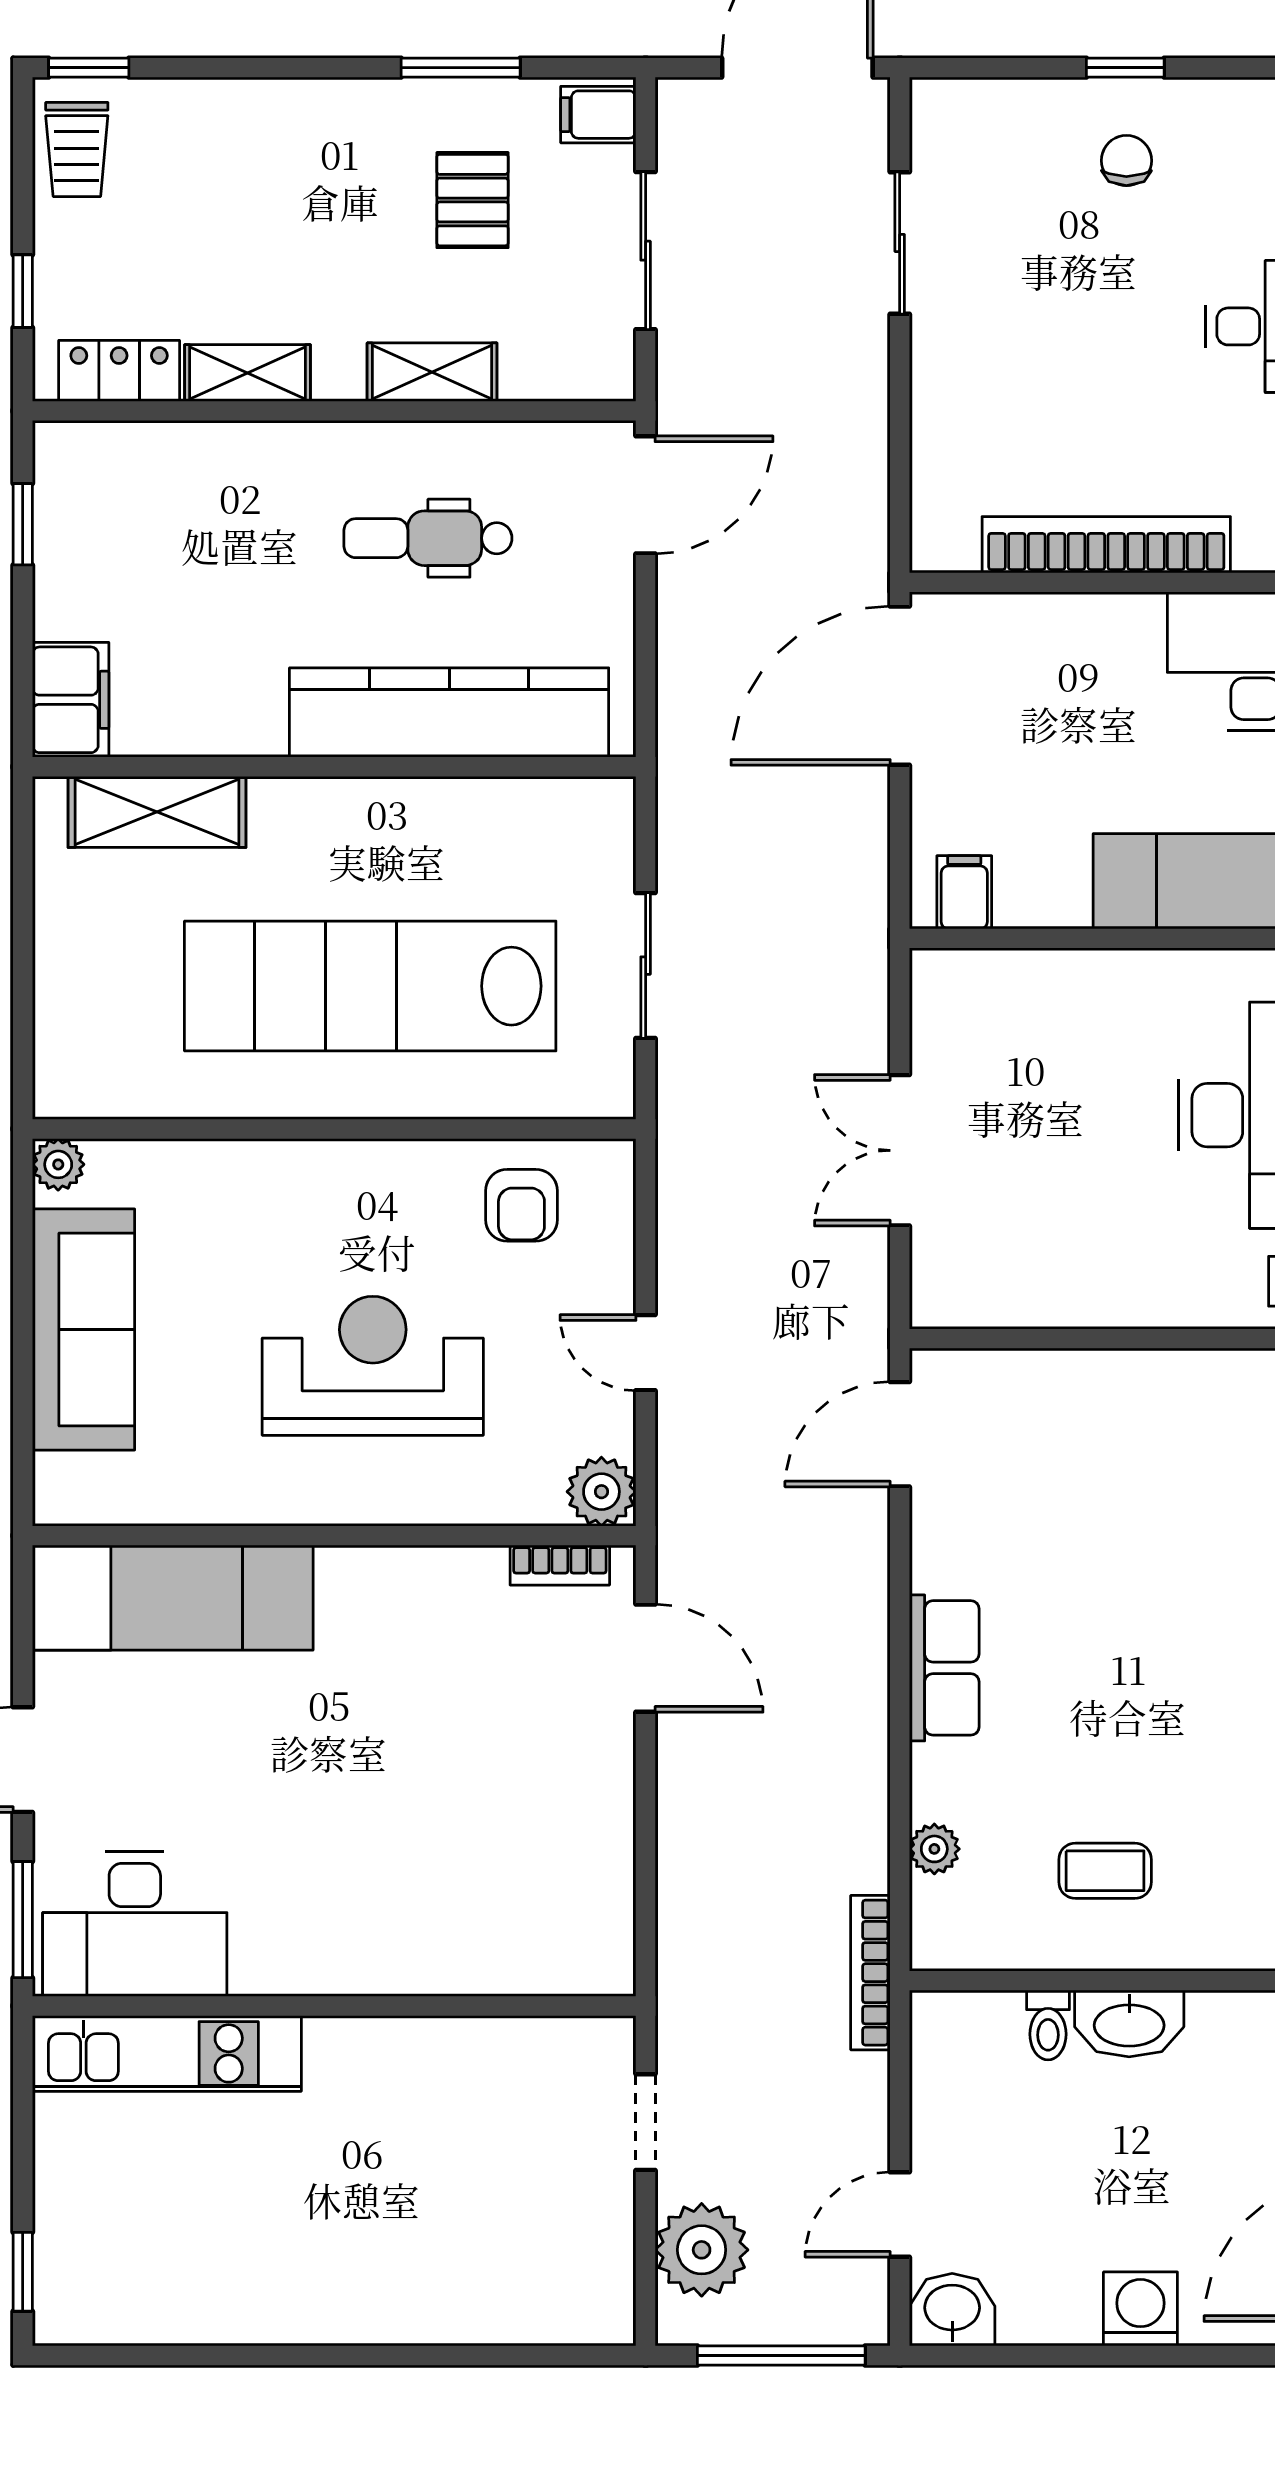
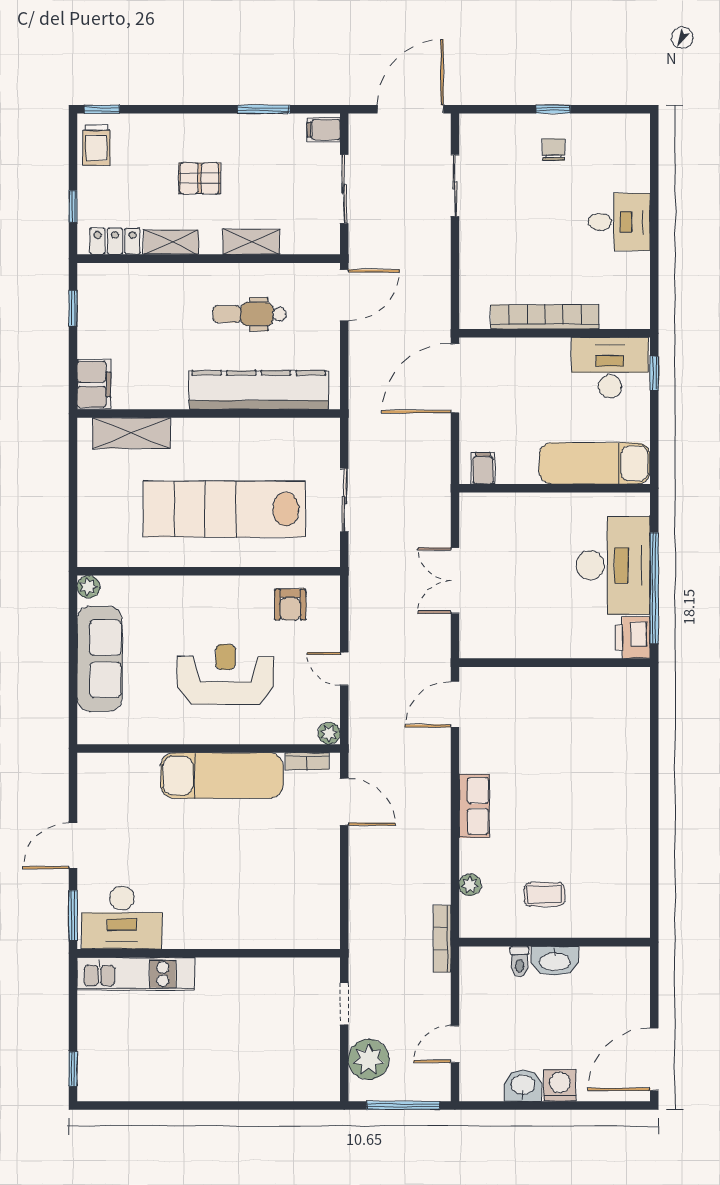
pallet: (472, 200) -> (200, 178), moved, turned 90
plant: (601, 1492) -> (329, 733), width x0.73, depth x0.73
exam couch: (173, 1598) -> (222, 775), moved
washbasin: (952, 2310) -> (523, 1085), moved

